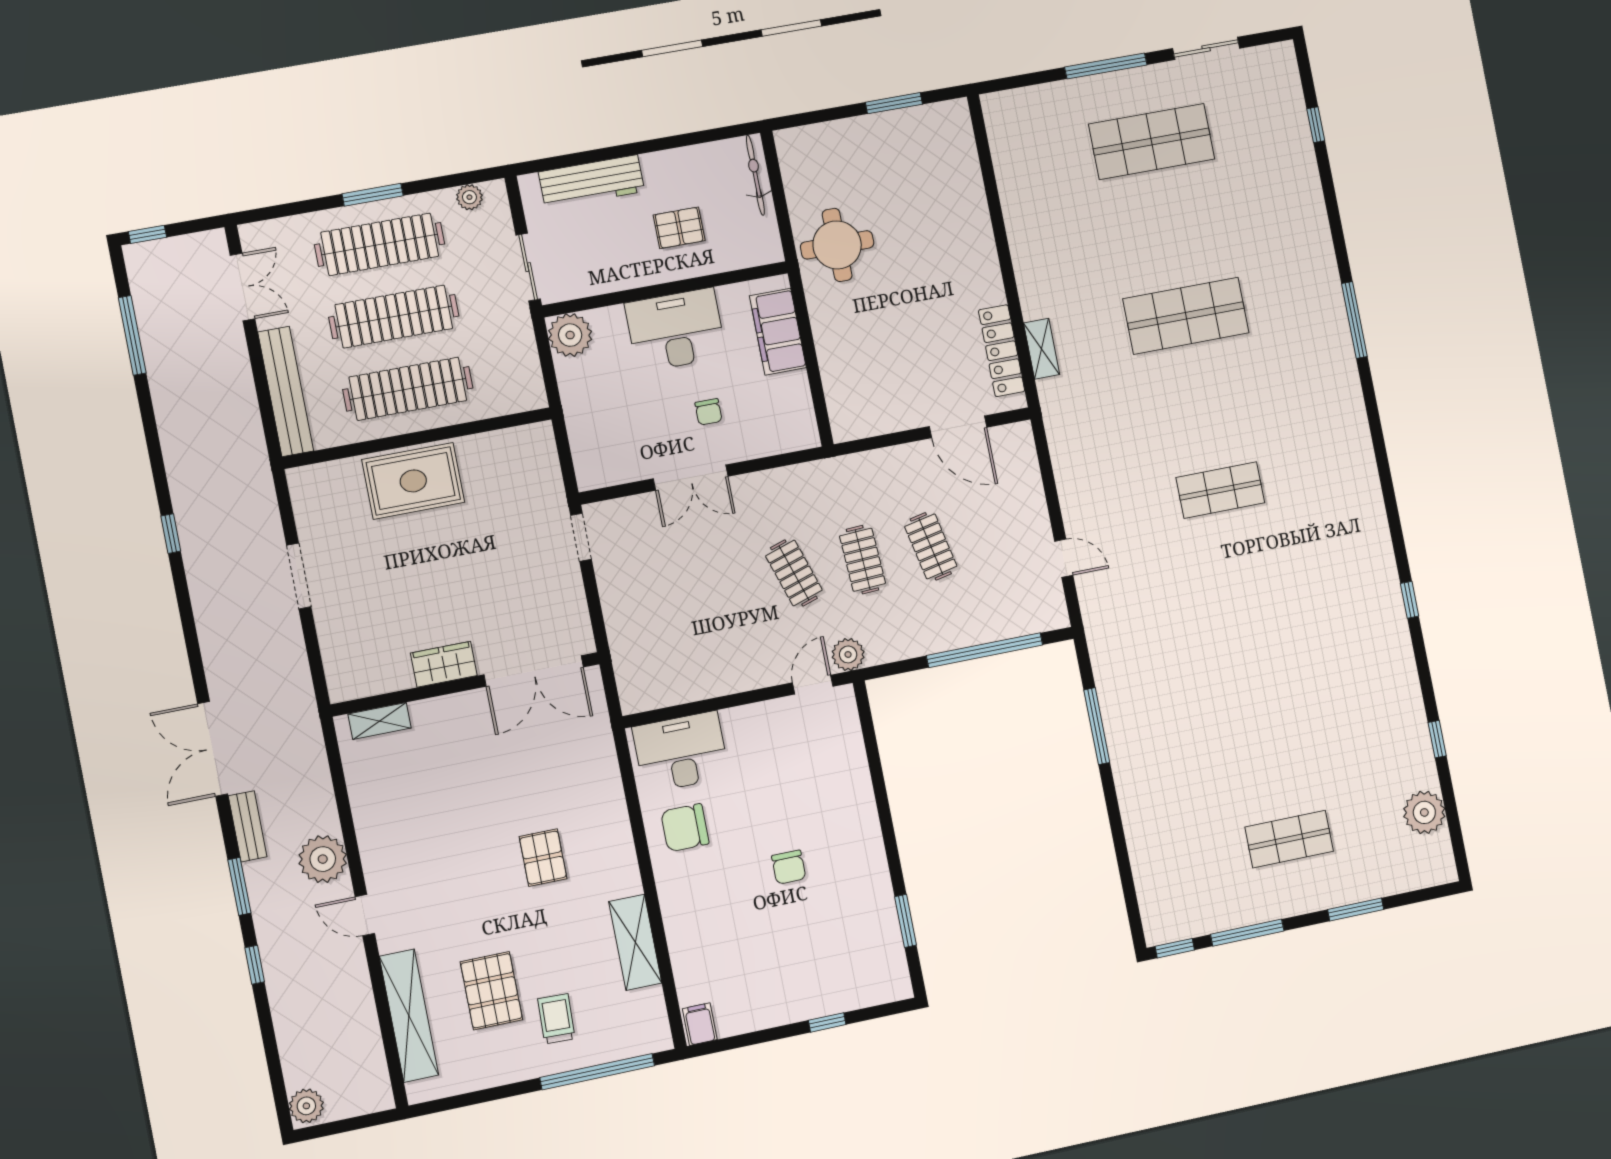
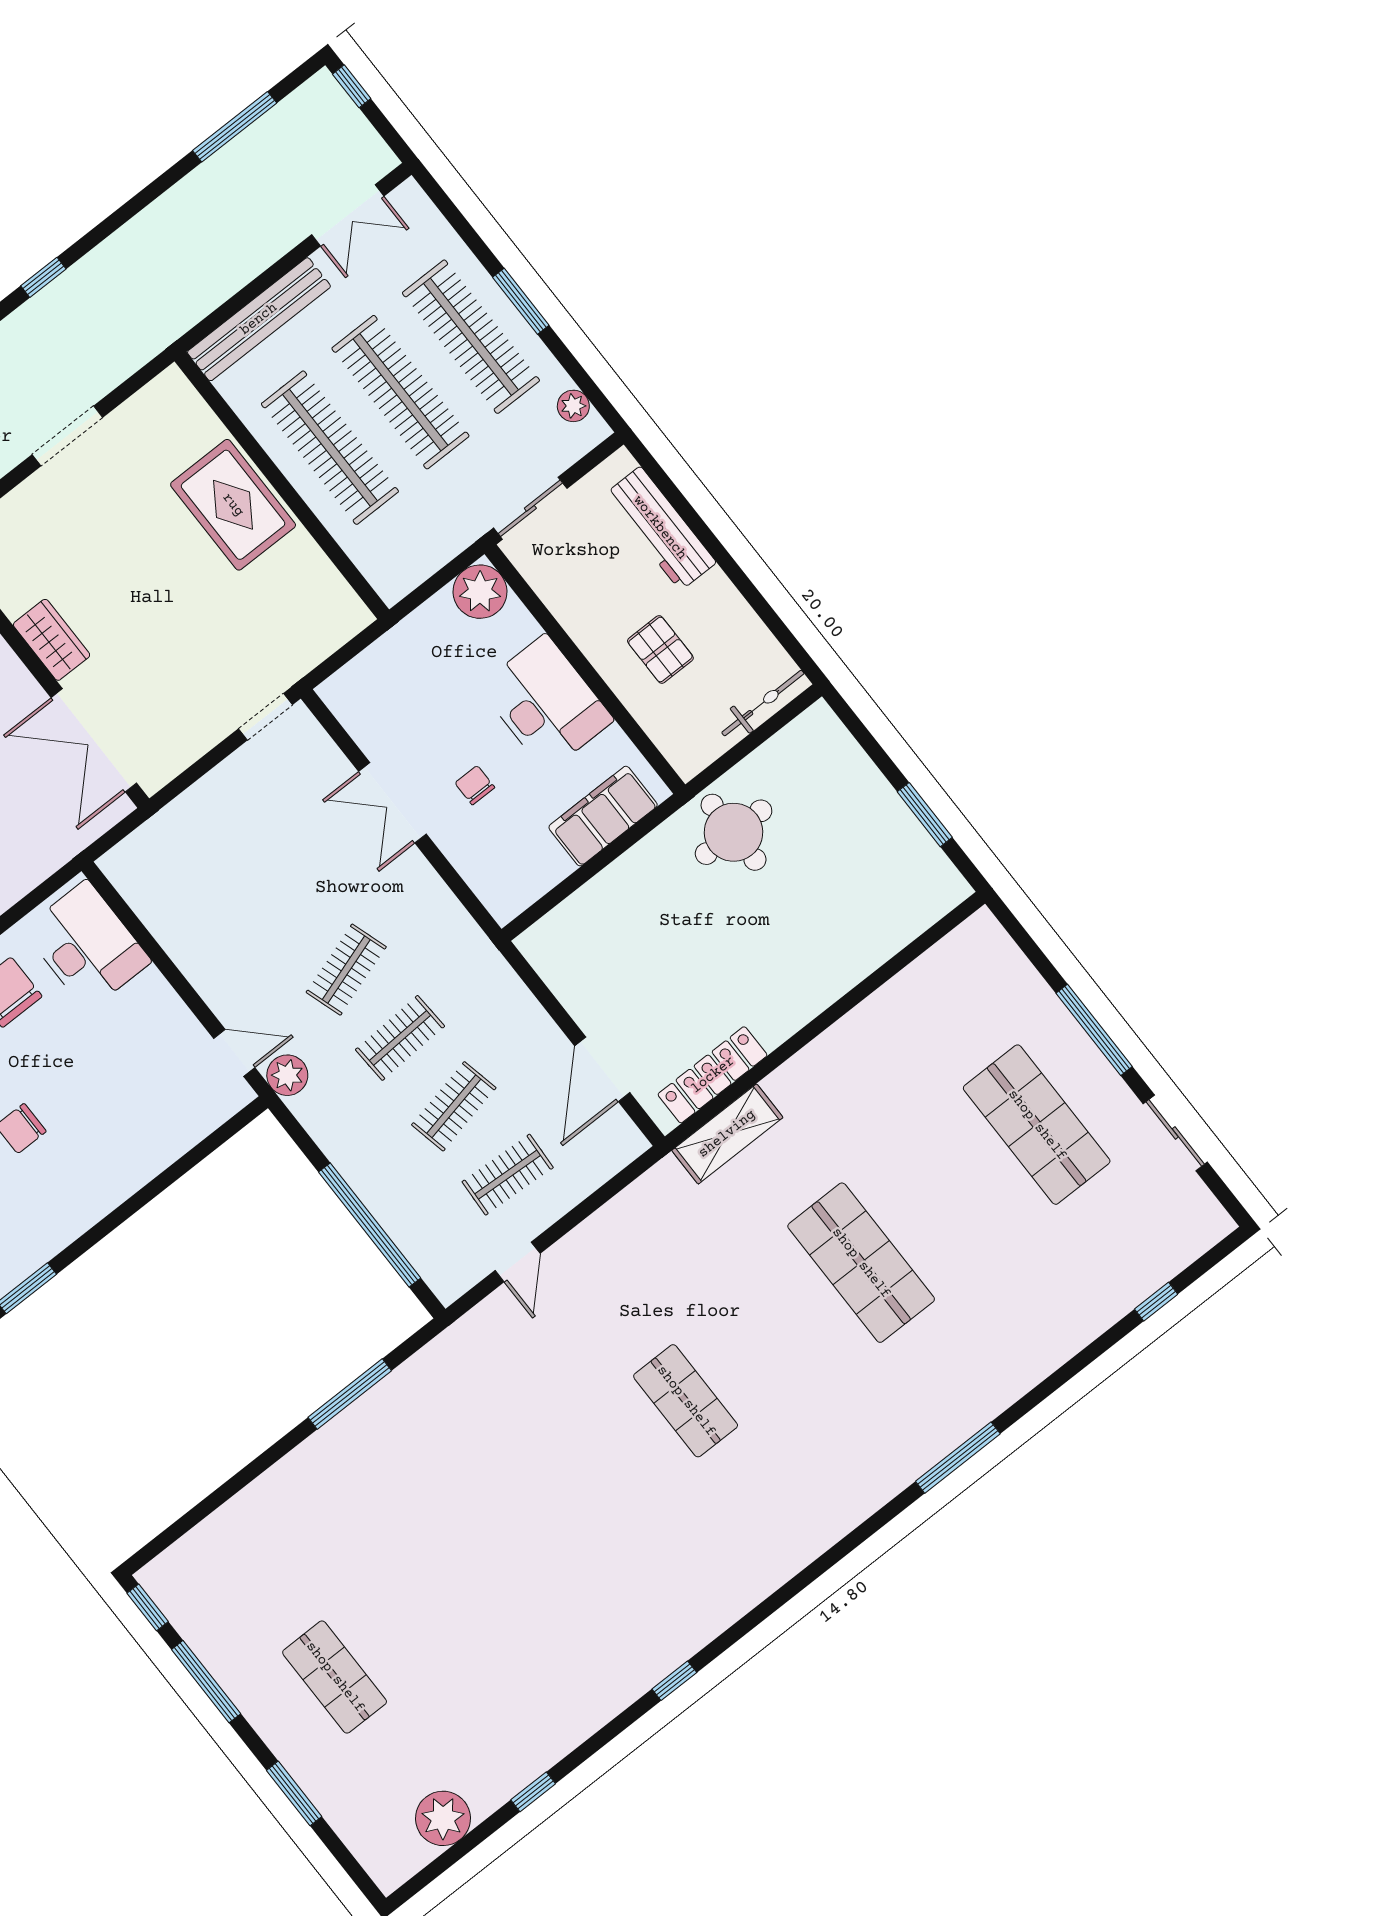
shelving: (1042, 349) -> (727, 1134), width x1.50, depth x1.33
chair: (709, 412) -> (475, 785), turned 90
clothes rail: (999, 533) -> (508, 1175), added

